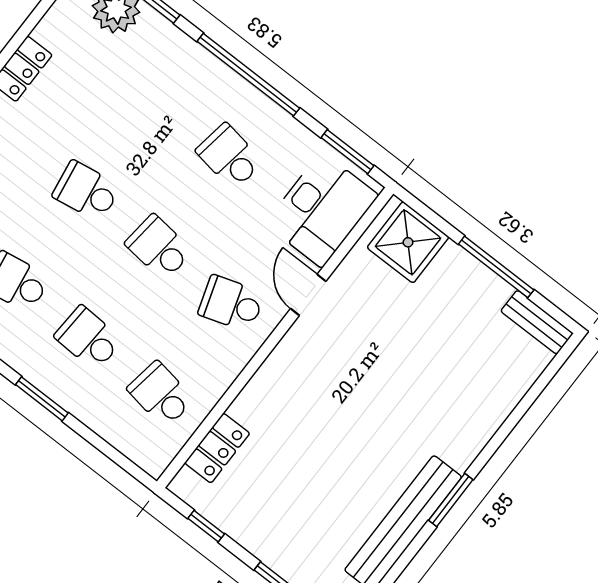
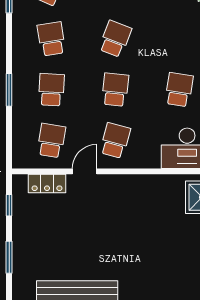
school desk: (86, 191) -> (115, 39), turned 30
door: (308, 295) -> (85, 171), moved
school desk: (231, 304) -> (115, 141), turned 33

